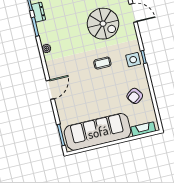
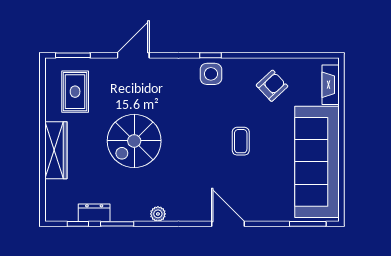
spiral stairs: (103, 24) -> (134, 141), moved, turned 180
coffee table: (102, 63) -> (241, 141), moved
armchair: (135, 96) -> (272, 86), turned -97

